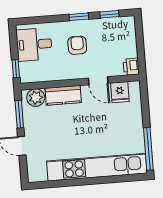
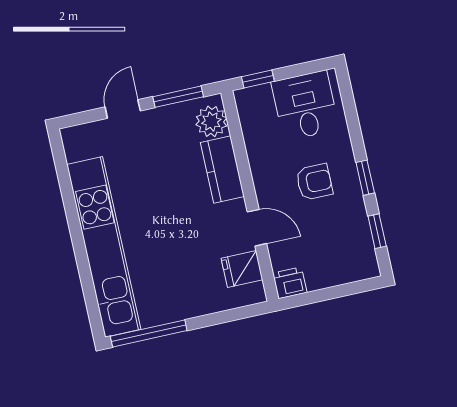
door: (98, 81) -> (257, 228), swing flipped

